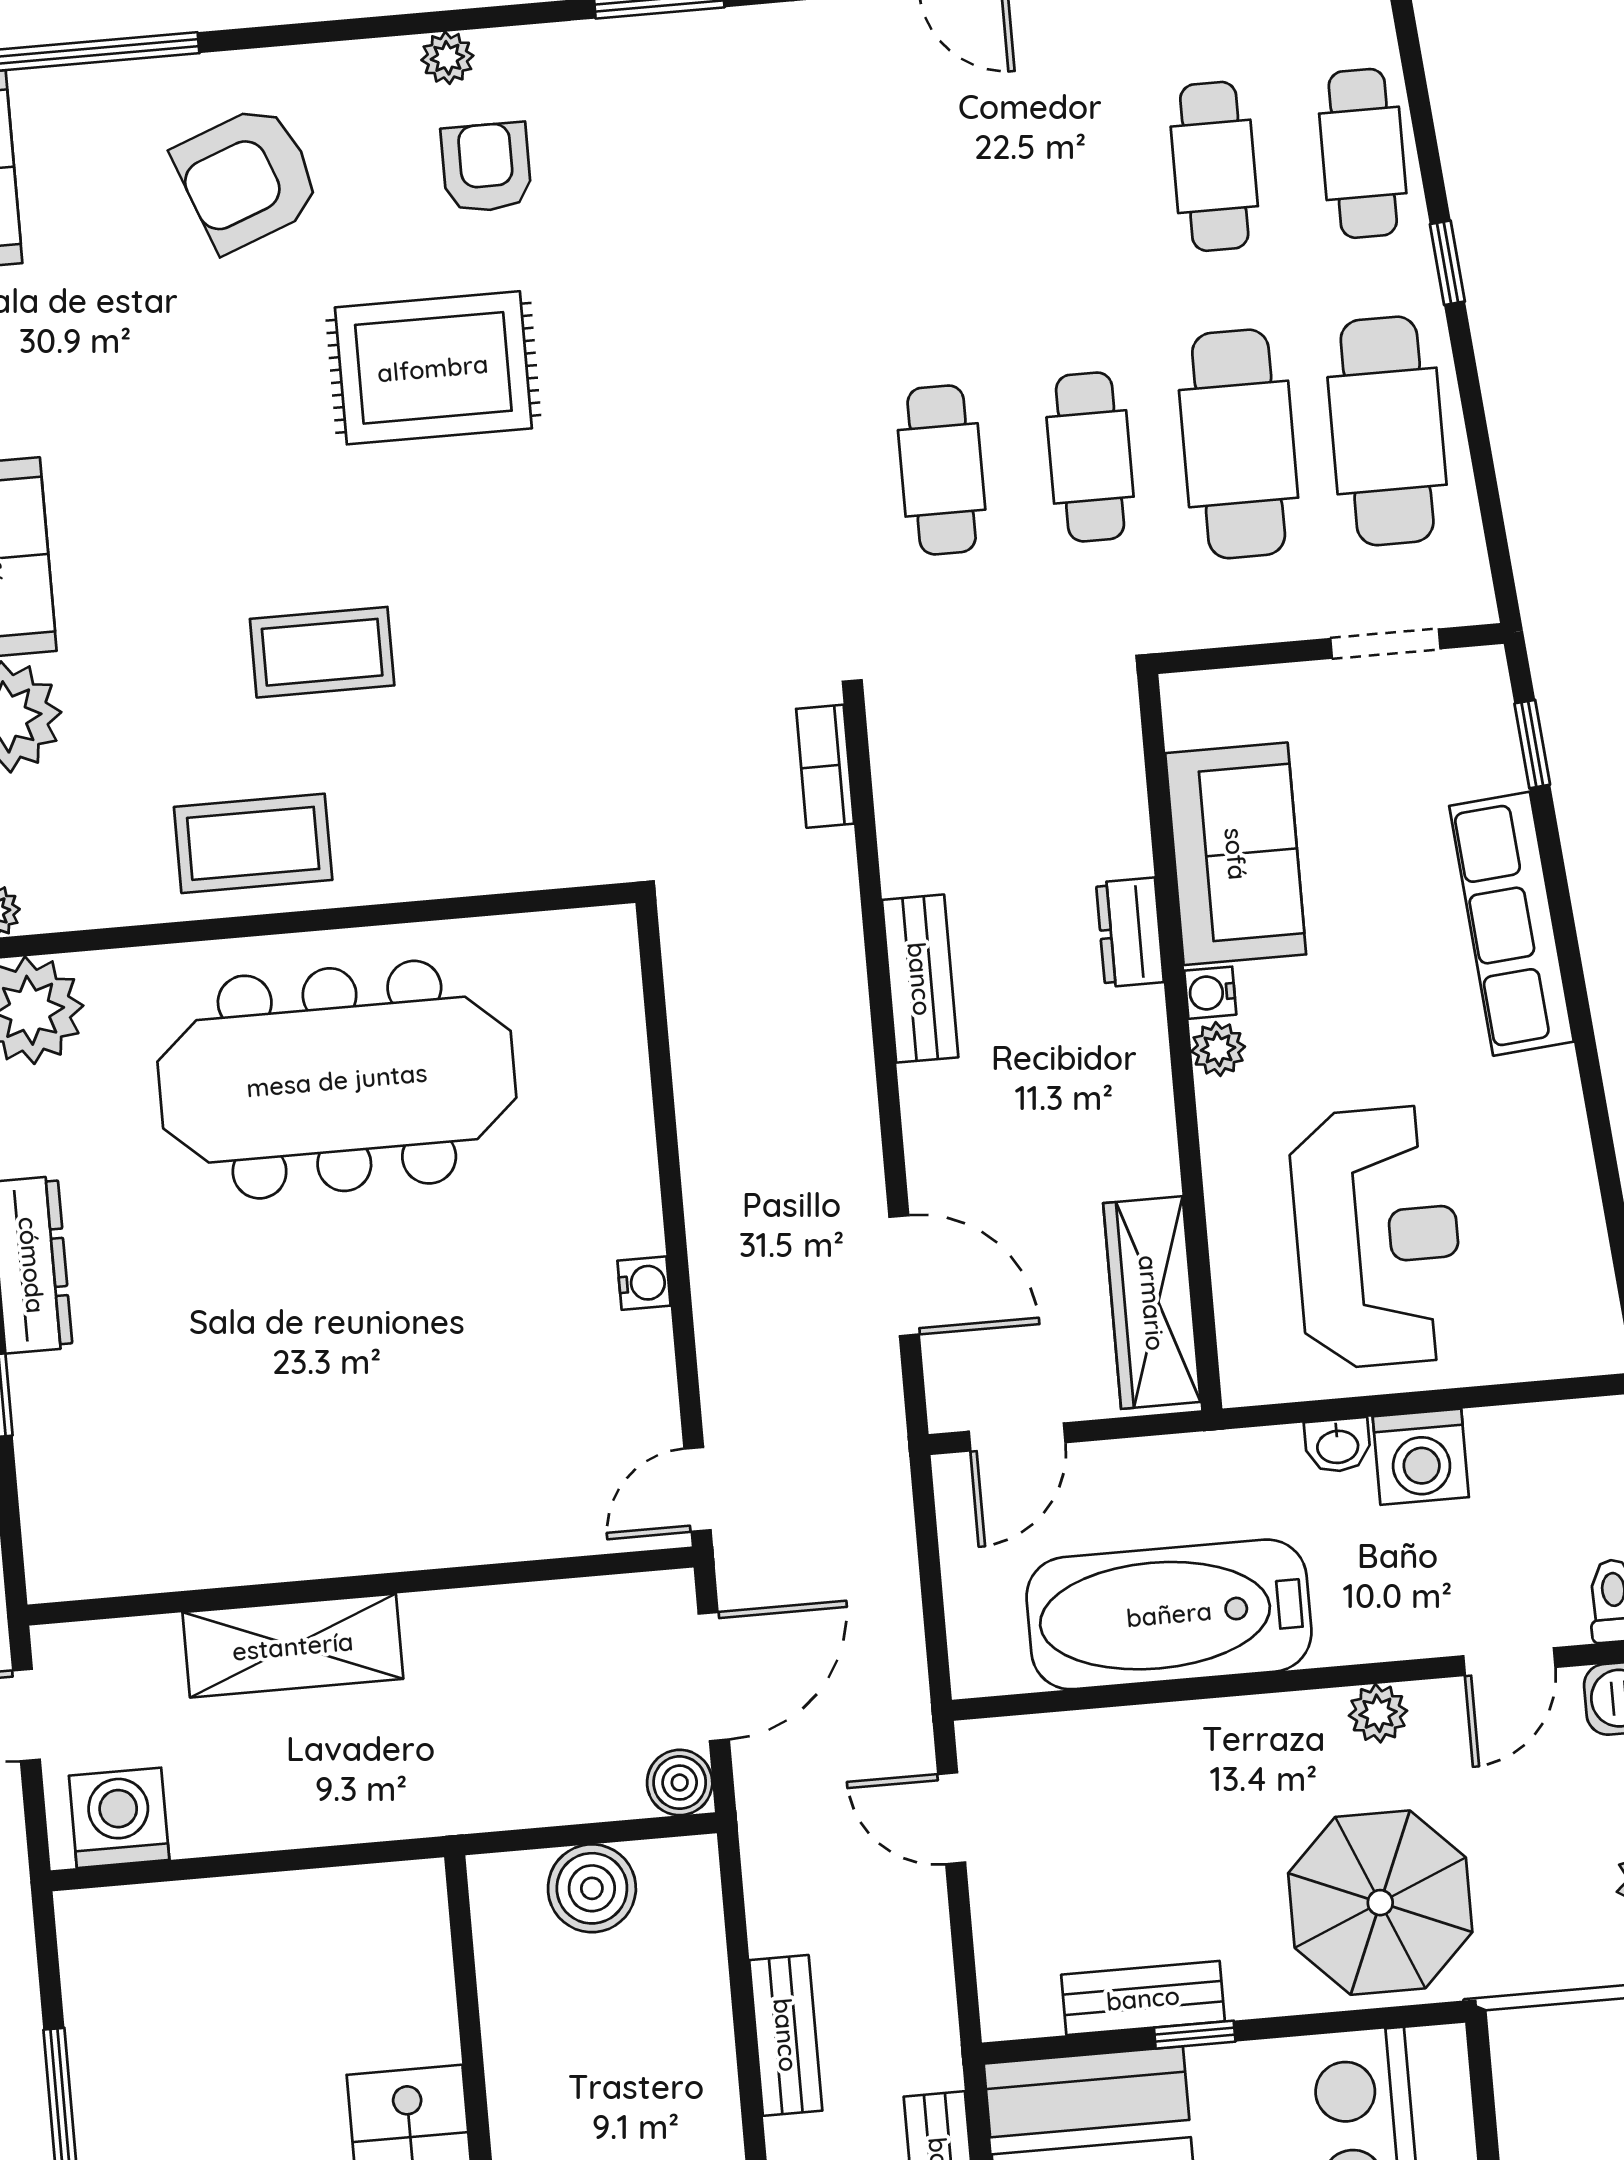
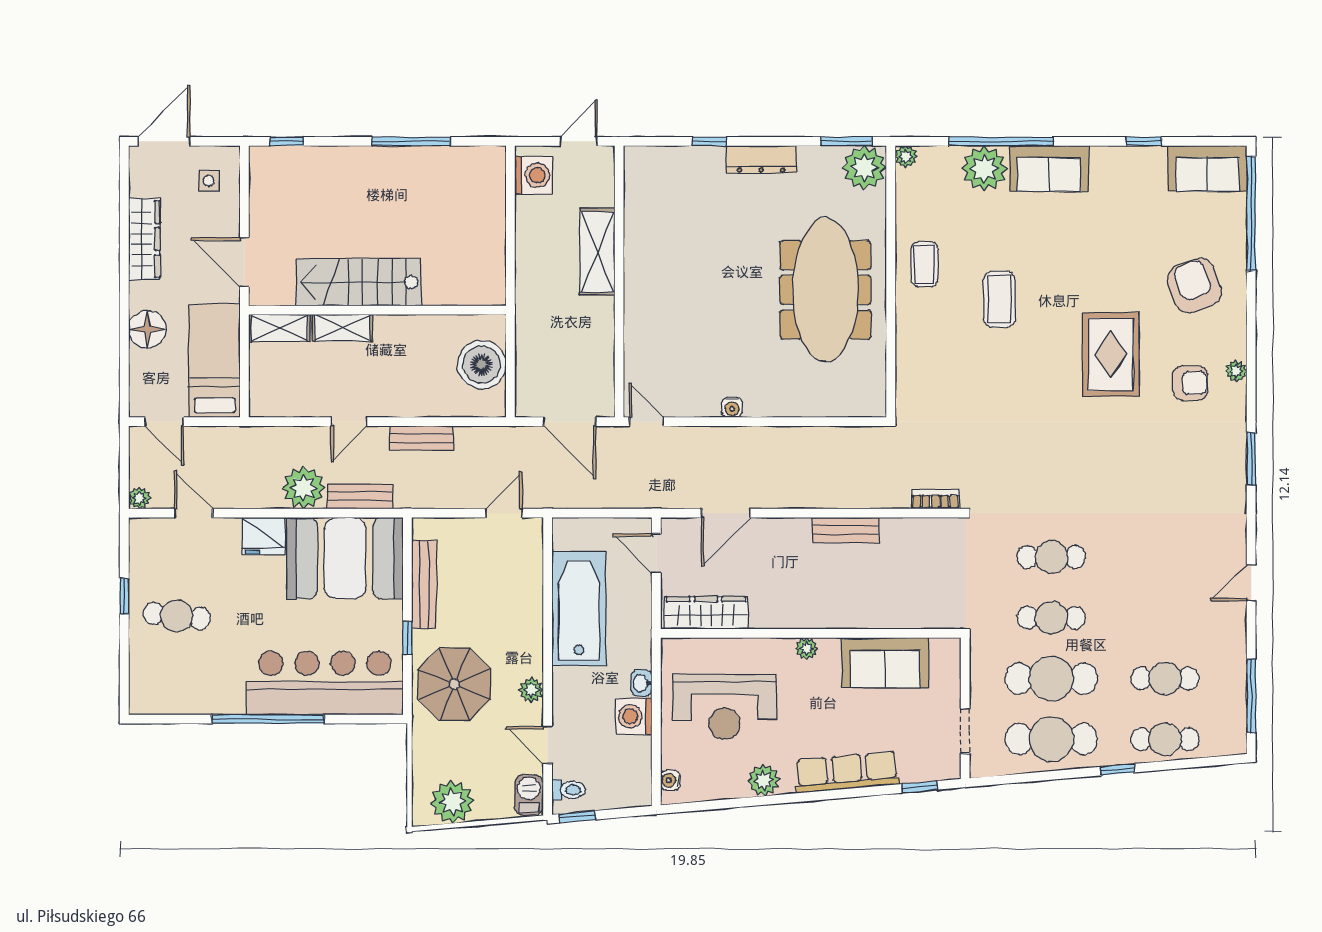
coffee table: (253, 843) -> (924, 264), width x0.73, depth x0.77
dresser: (1130, 932) -> (857, 617), removed
water cooler: (1210, 993) -> (670, 780), moved, turned -90
plant: (1549, 1125) -> (764, 780), added
boiler: (680, 1783) -> (528, 404), removed
boiler: (592, 1888) -> (482, 365), width x1.37, depth x1.37
bench: (1143, 1998) -> (424, 584), width x1.36
window: (1195, 2035) -> (407, 638), moved

